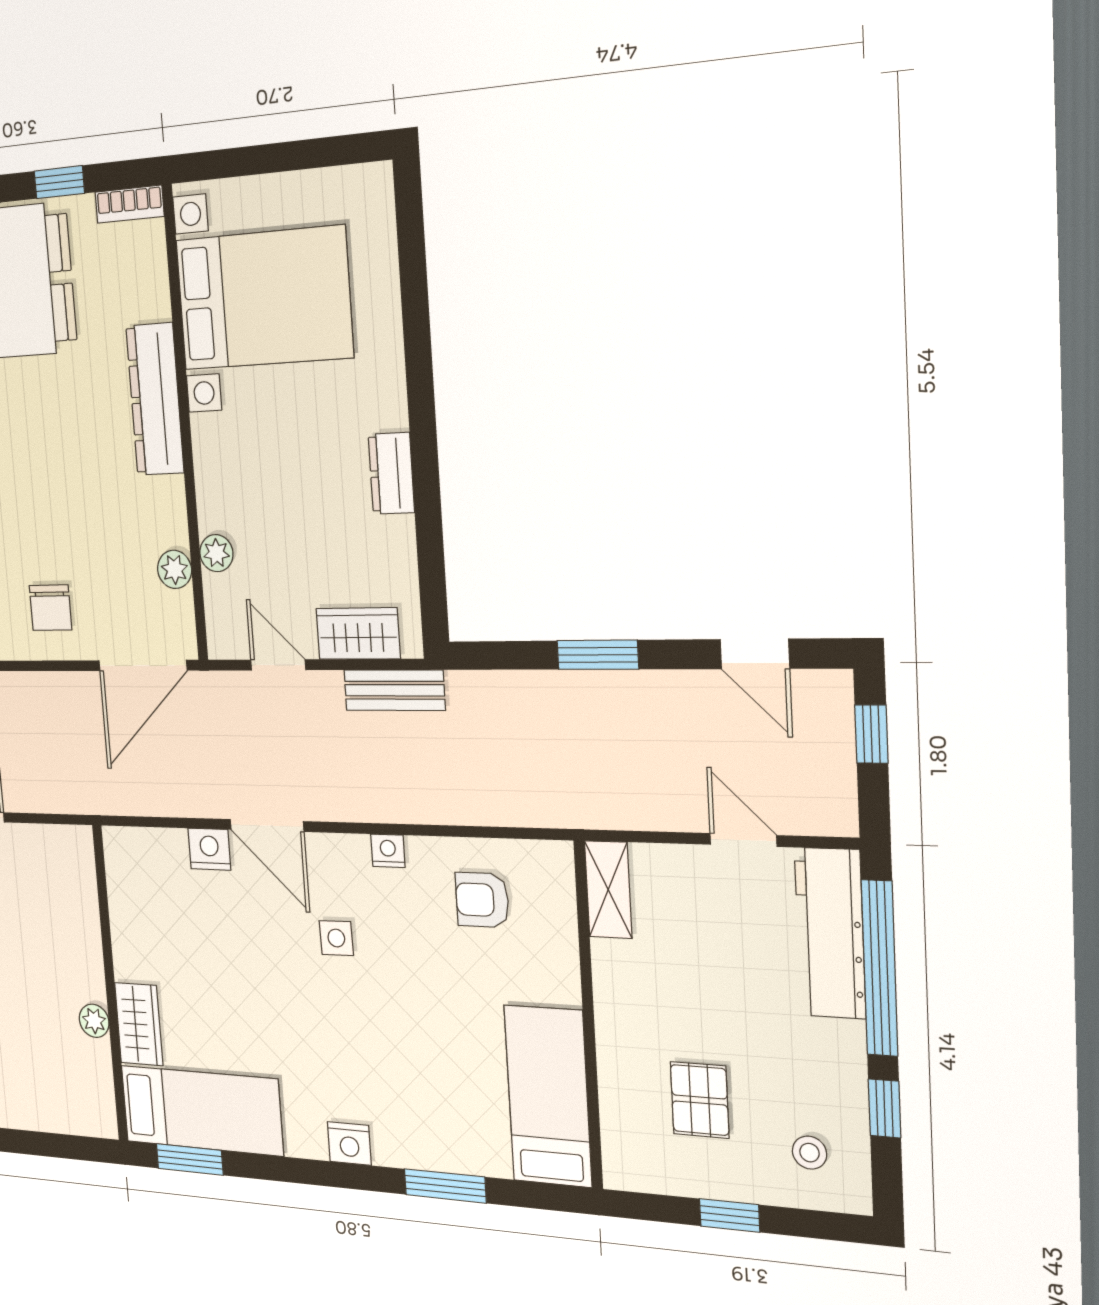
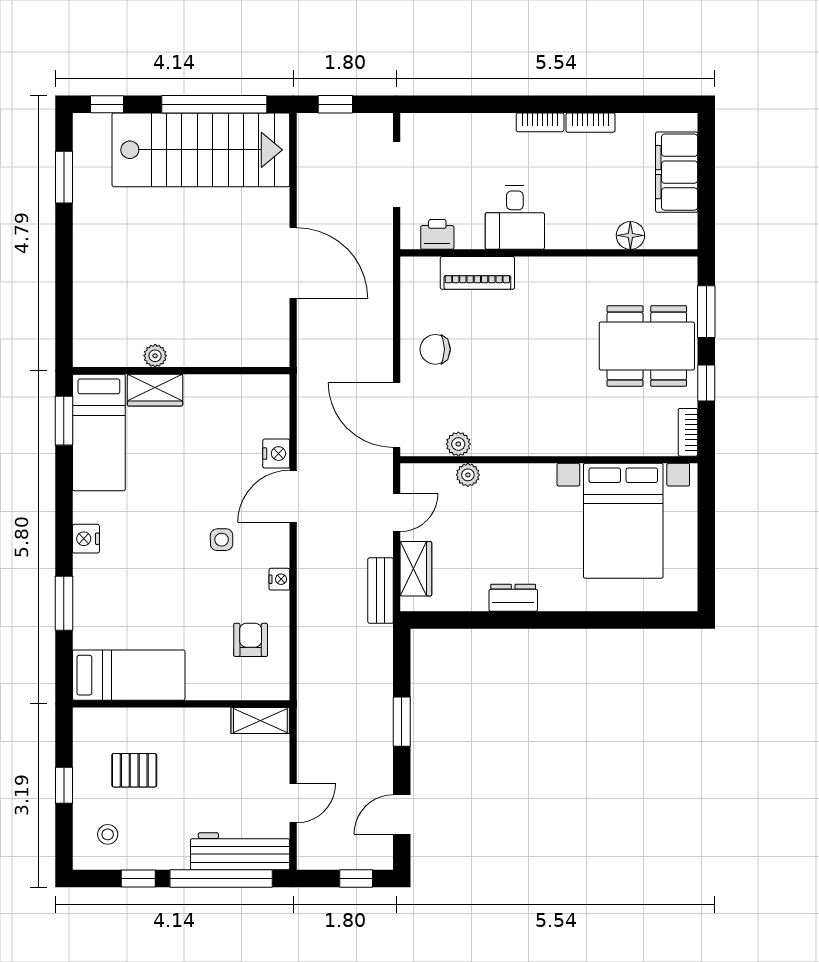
dresser: (155, 399) -> (566, 440), removed

